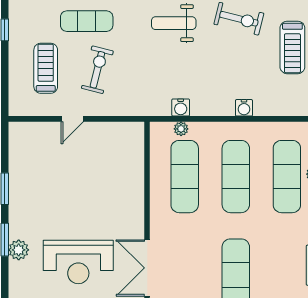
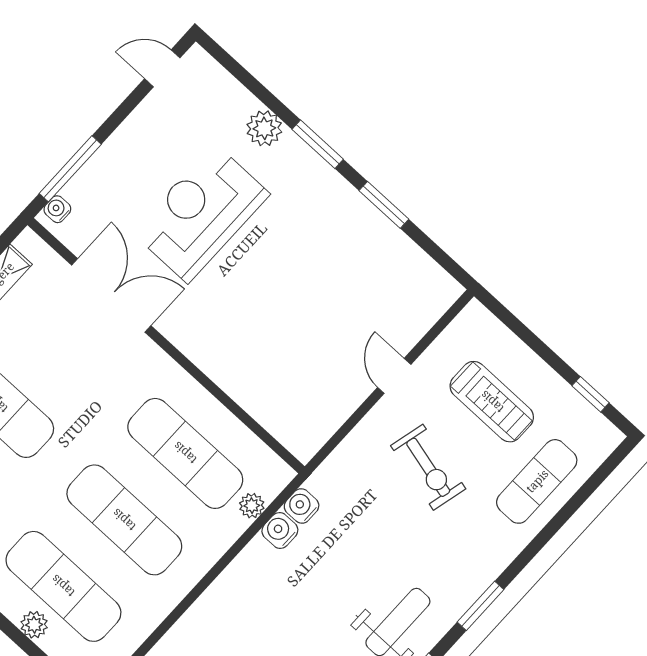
exercise mat: (87, 21) -> (537, 481), moved
water cooler: (244, 108) -> (302, 506), moved
plant: (19, 250) -> (264, 128), moved

